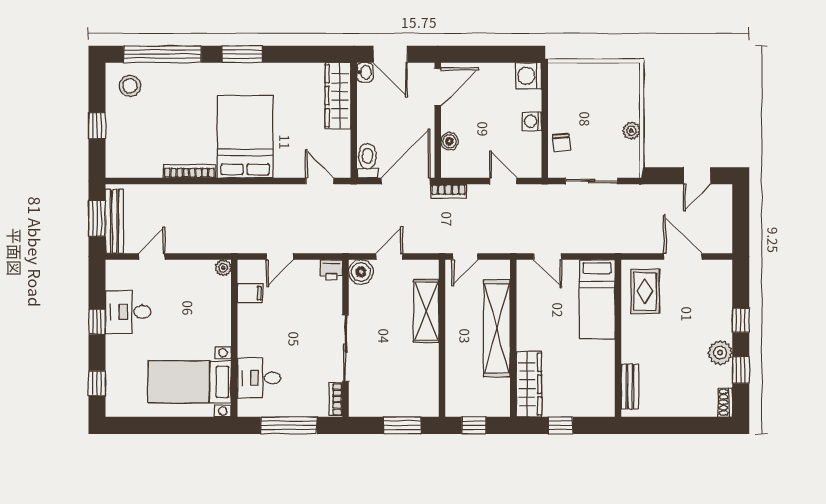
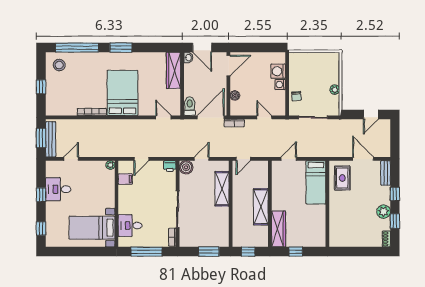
washing machine: (528, 76) -> (278, 71), moved
door: (548, 257) -> (289, 159), swing flipped
shelving: (497, 328) -> (261, 207), width x0.68
bench: (630, 387) -> (386, 173), moved

